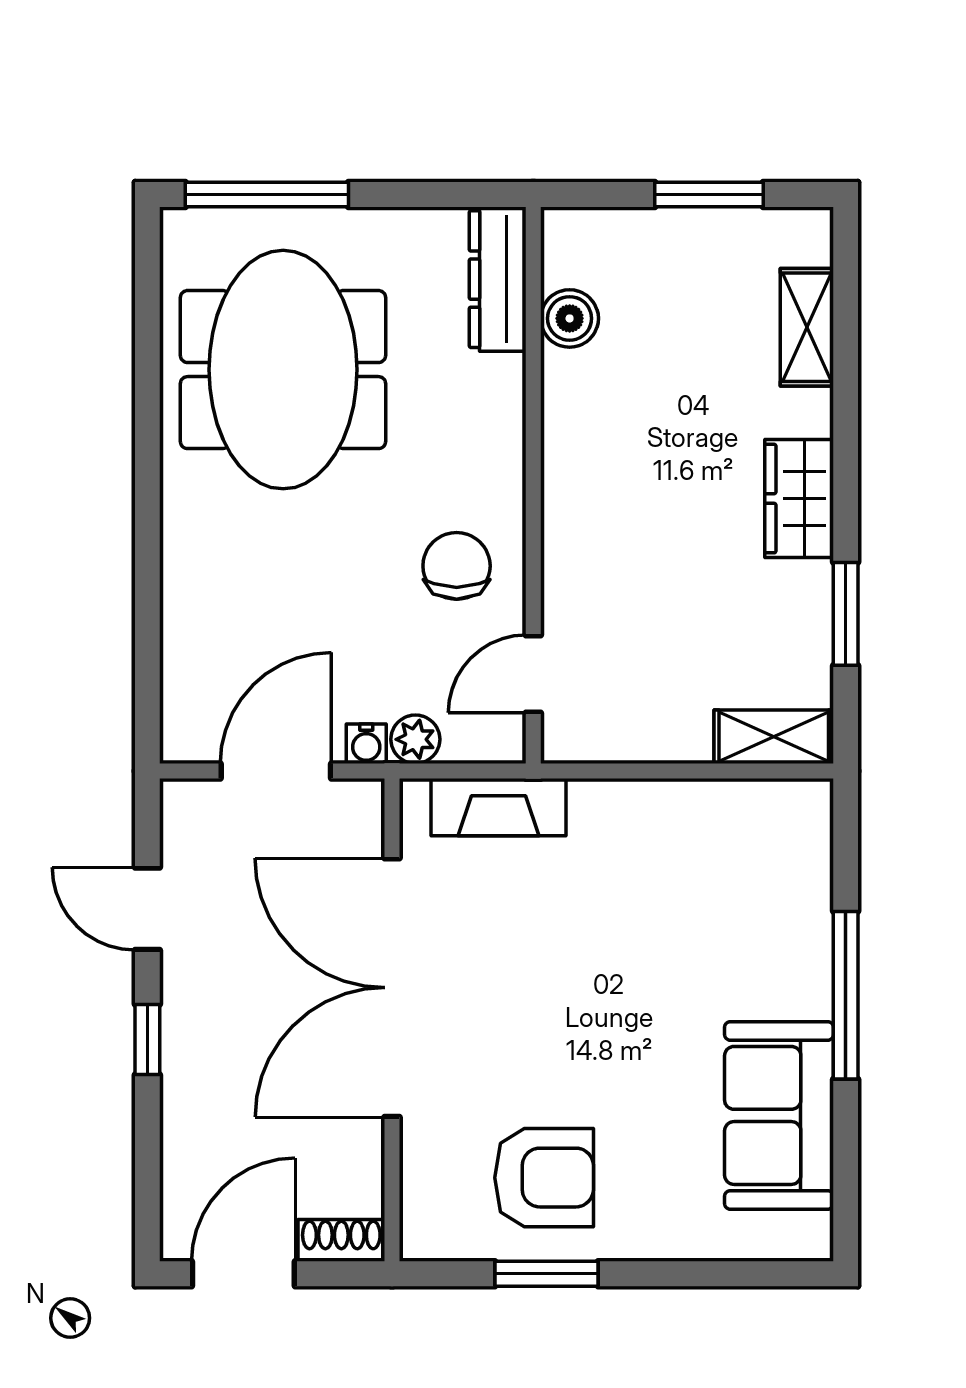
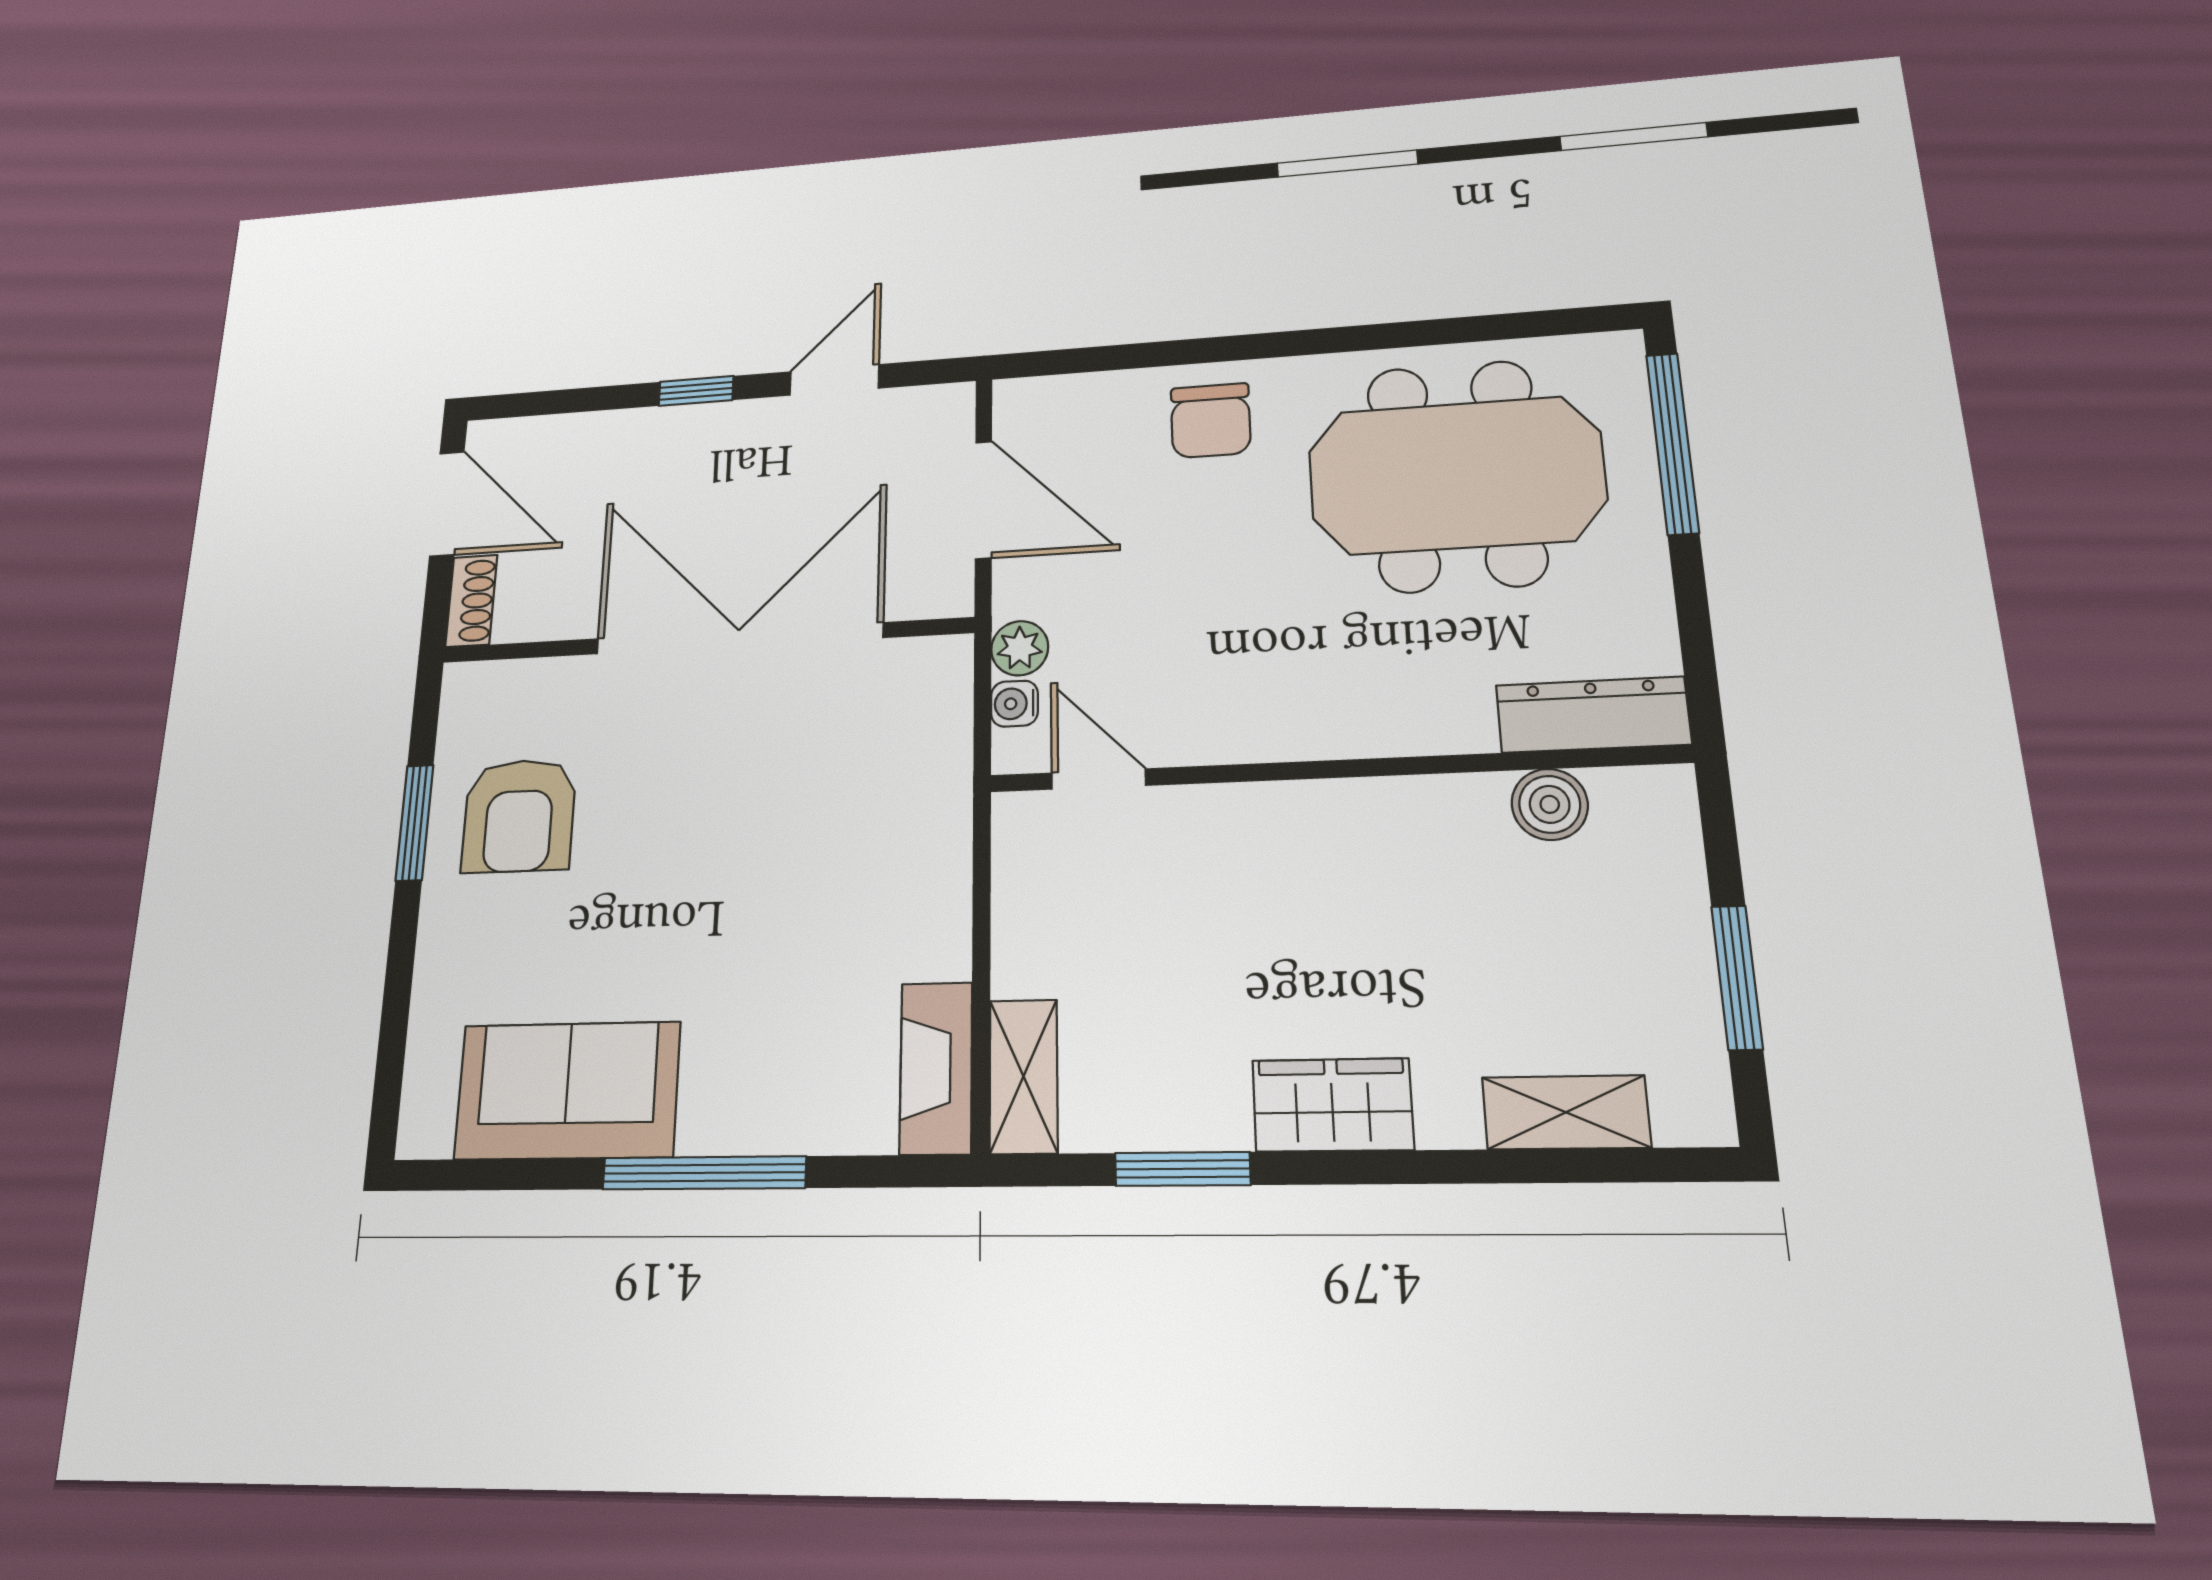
chair: (457, 566) -> (1211, 421), moved, turned 90
water cooler: (366, 744) -> (1014, 704), moved
fireplace: (499, 807) -> (936, 1068), moved

